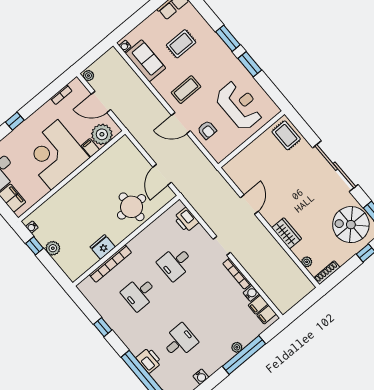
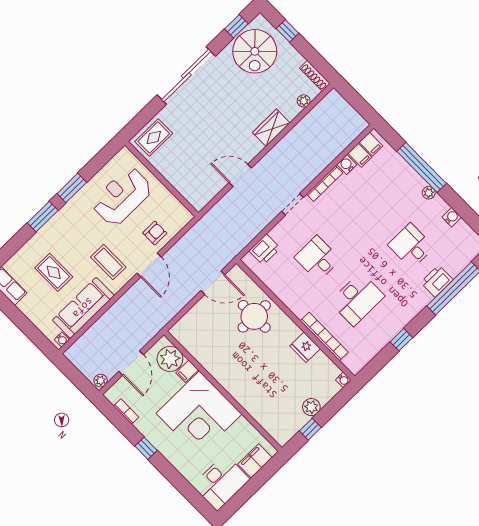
sofa: (145, 61) -> (83, 308), width x1.36
window: (15, 121) -> (146, 448), moved
water cooler: (32, 227) -> (343, 380), moved
desk: (175, 263) -> (317, 258), turned 180
desk: (139, 293) -> (357, 299), width x1.37
plant: (237, 347) -> (429, 193), moved

